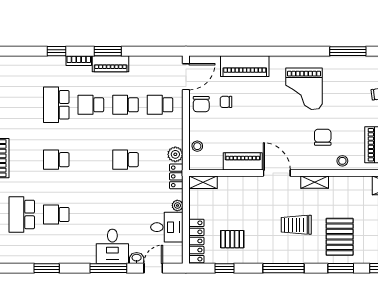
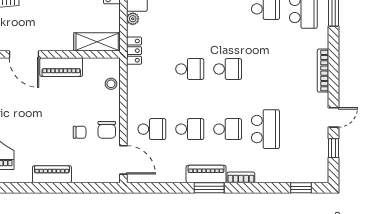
window: (57, 51) -> (301, 188), moved
piano: (245, 66) -> (52, 174), width x0.73, depth x0.75
door: (186, 77) -> (123, 160), swing flipped
chair: (201, 104) -> (107, 130), turned 180
plant: (175, 154) -> (135, 75), removed
school desk: (56, 160) -> (228, 69), moved
shelving: (203, 182) -> (97, 42), width x1.50, depth x1.33

